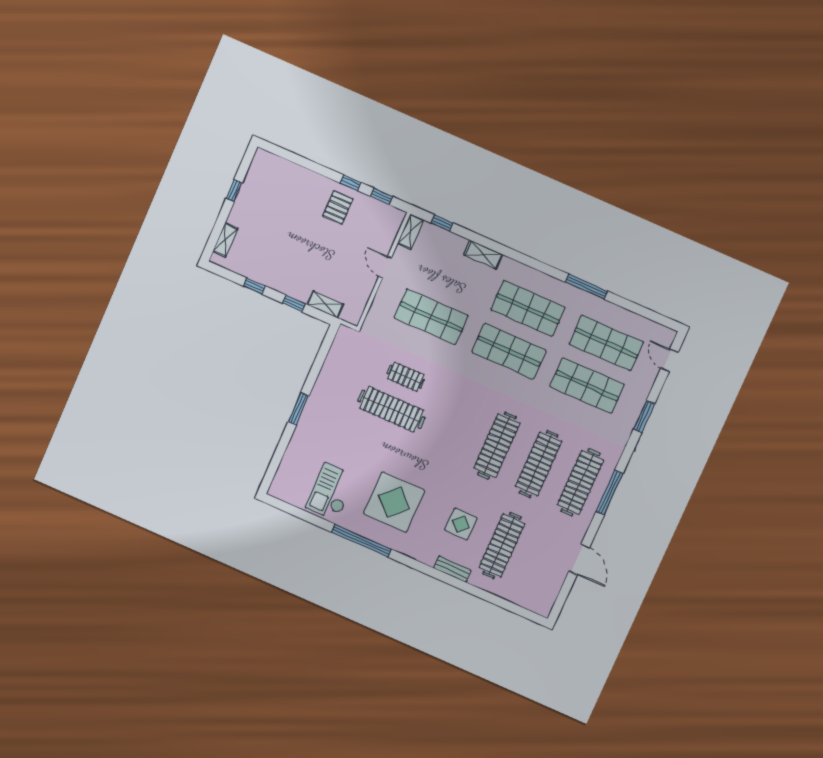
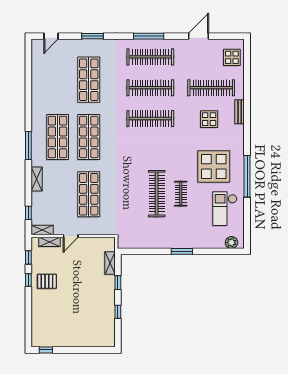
window: (234, 191) -> (46, 350), moved
shelving: (225, 240) -> (50, 242), moved
window: (586, 287) -> (28, 145), moved
shop shelf: (606, 343) -> (58, 80), removed
clothes rail: (406, 377) -> (181, 194), moved
plant: (281, 481) -> (232, 242), added
checkout: (331, 492) -> (225, 209), turned 90
display table: (530, 591) -> (232, 57), added

